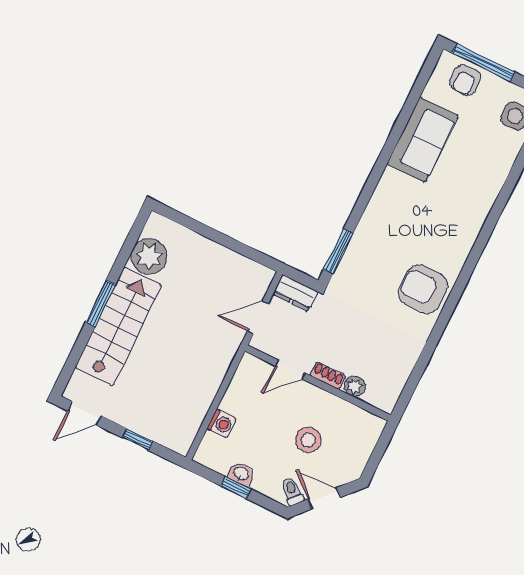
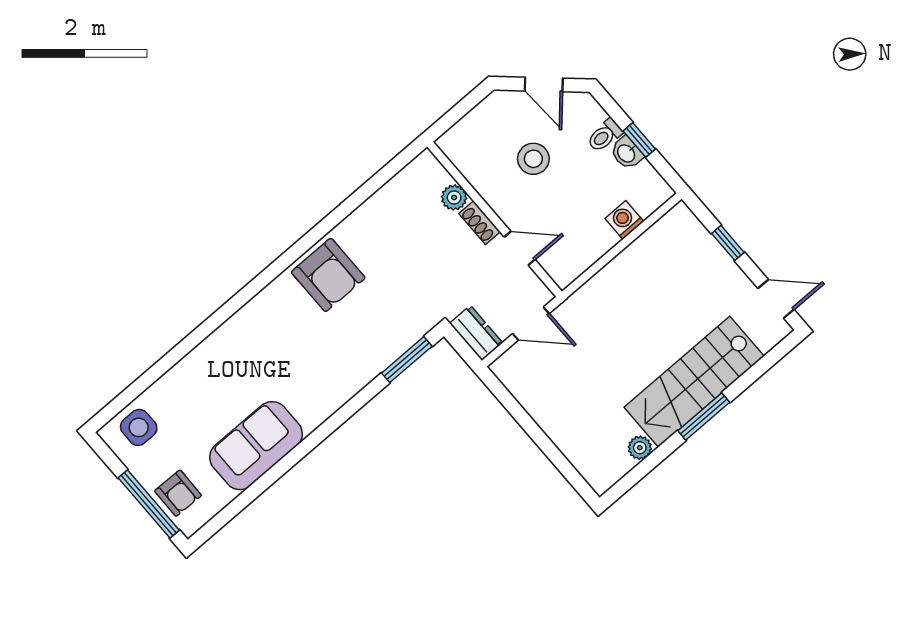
armchair: (465, 80) -> (178, 493), turned 91
plant: (149, 256) -> (640, 448), width x0.53, depth x0.53
toilet: (292, 491) -> (605, 135), moved, turned 48

